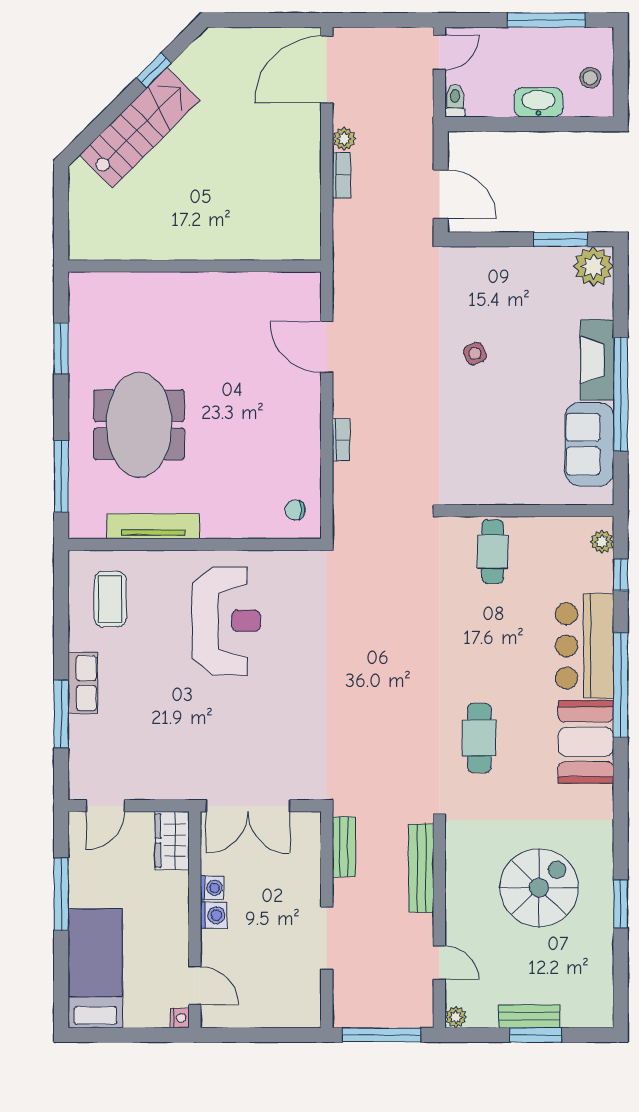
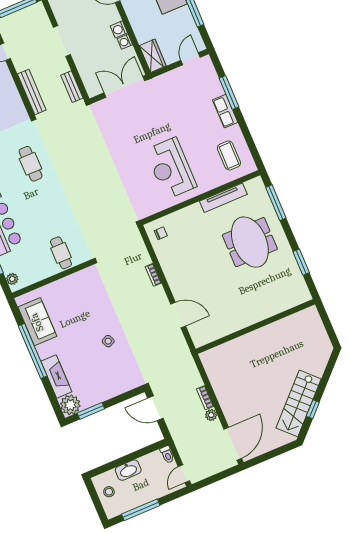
stairs: (140, 128) -> (299, 403), moved
fireplace: (597, 360) -> (56, 376), moved

